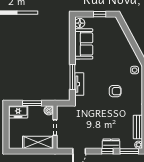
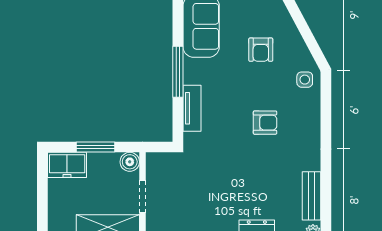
armchair: (113, 55) -> (261, 50), added
window: (72, 77) -> (178, 72), moved

